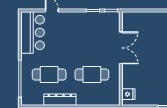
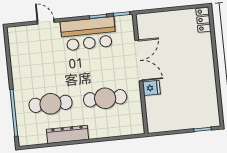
bar counter: (33, 33) -> (88, 34), moved, turned 90
fridge: (128, 94) -> (151, 88), moved

